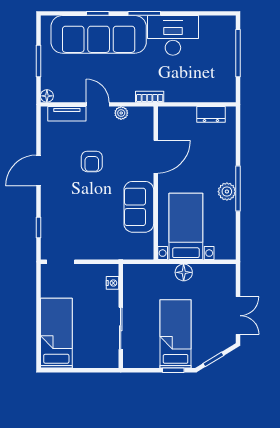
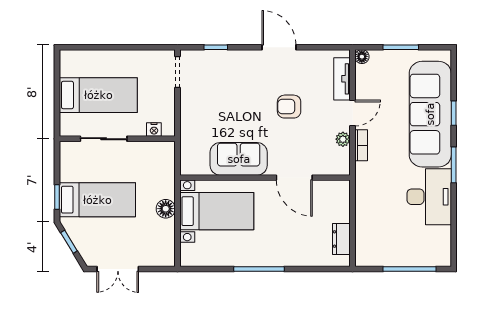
bookcase: (150, 97) -> (361, 145), moved
plant: (227, 192) -> (256, 257), removed
bed: (56, 333) -> (98, 95), moved

